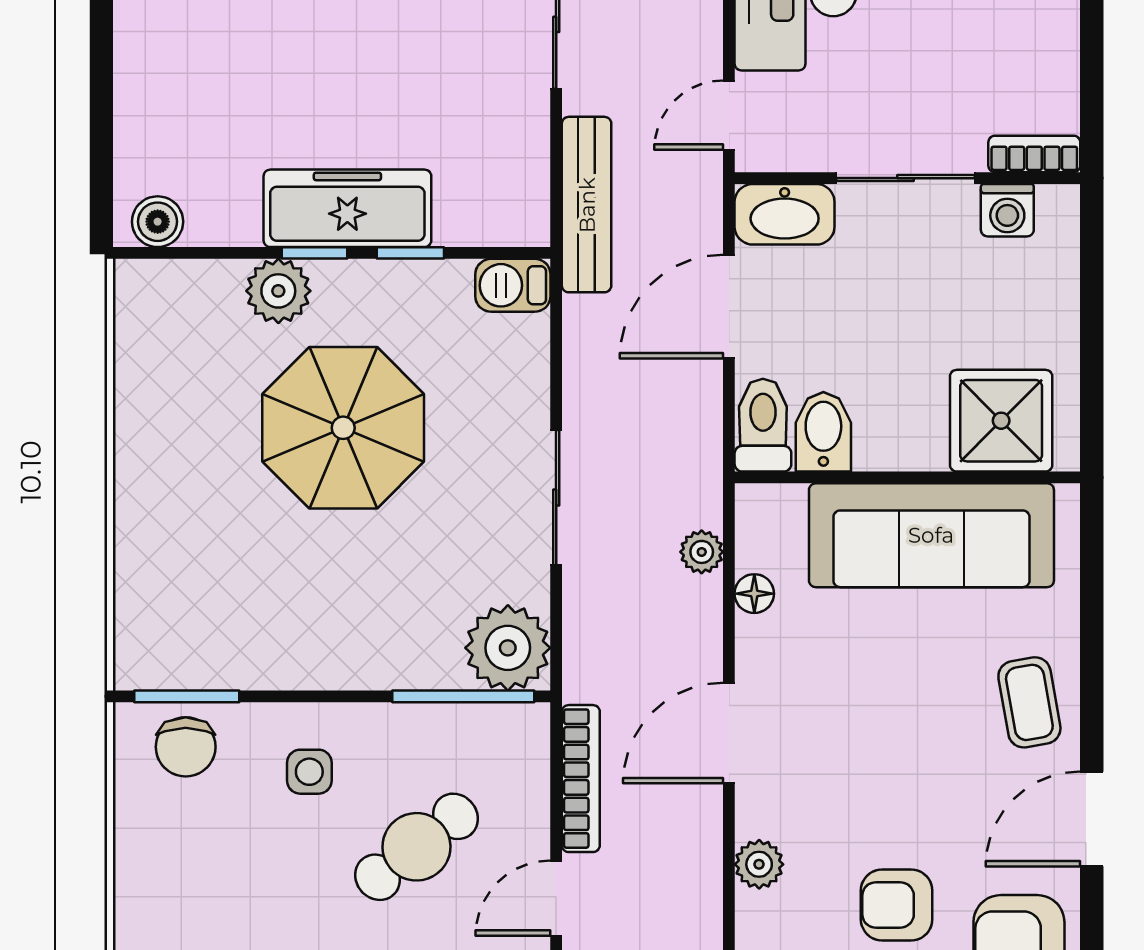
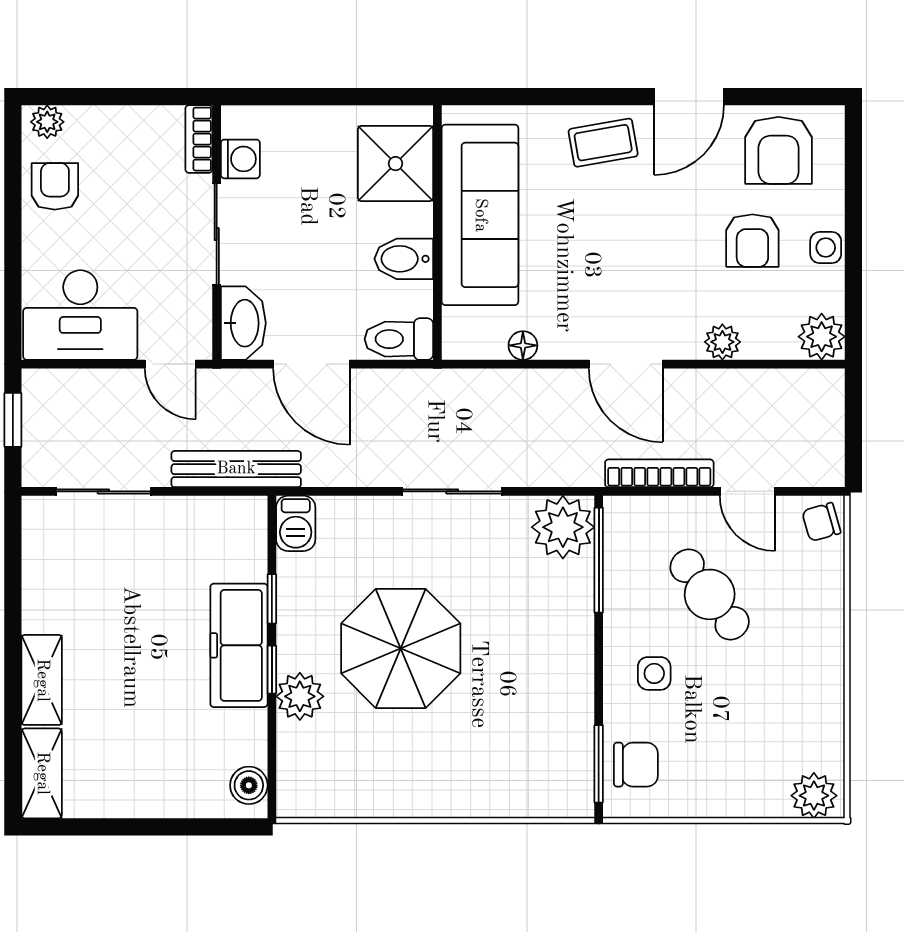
bidet: (823, 432) -> (404, 259), moved
plant: (702, 552) -> (492, 384), removed
door: (1092, 819) -> (689, 97), hinge flipped

